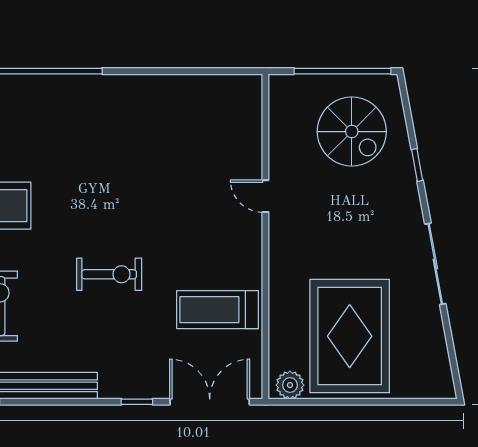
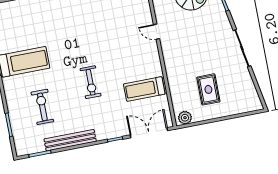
exercise bike: (109, 274) -> (91, 82), turned 90
rug: (350, 336) -> (208, 89), width x0.54, depth x0.49

